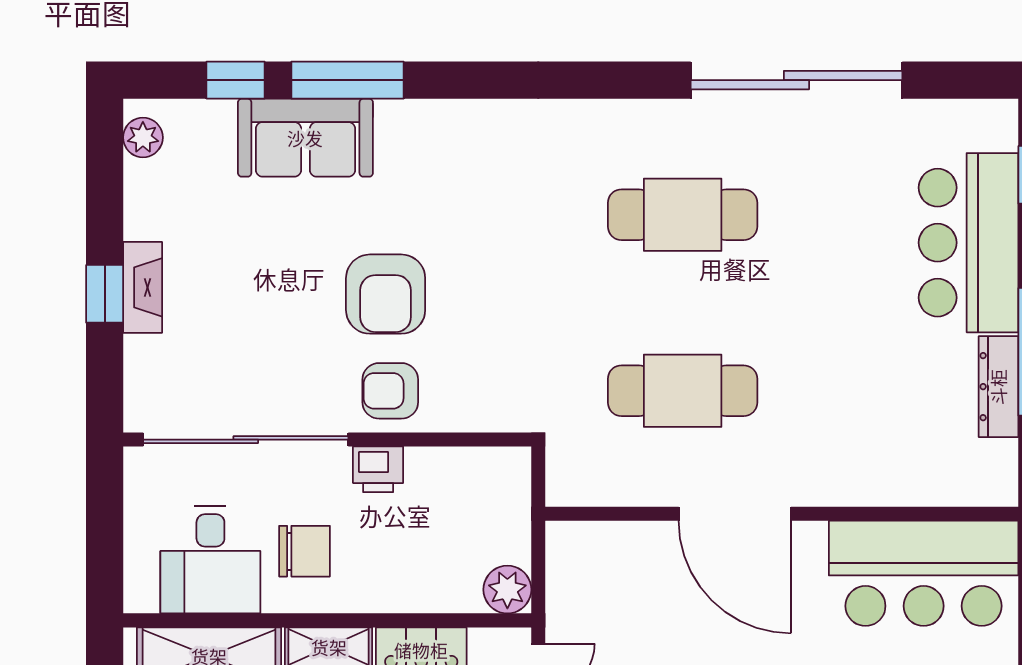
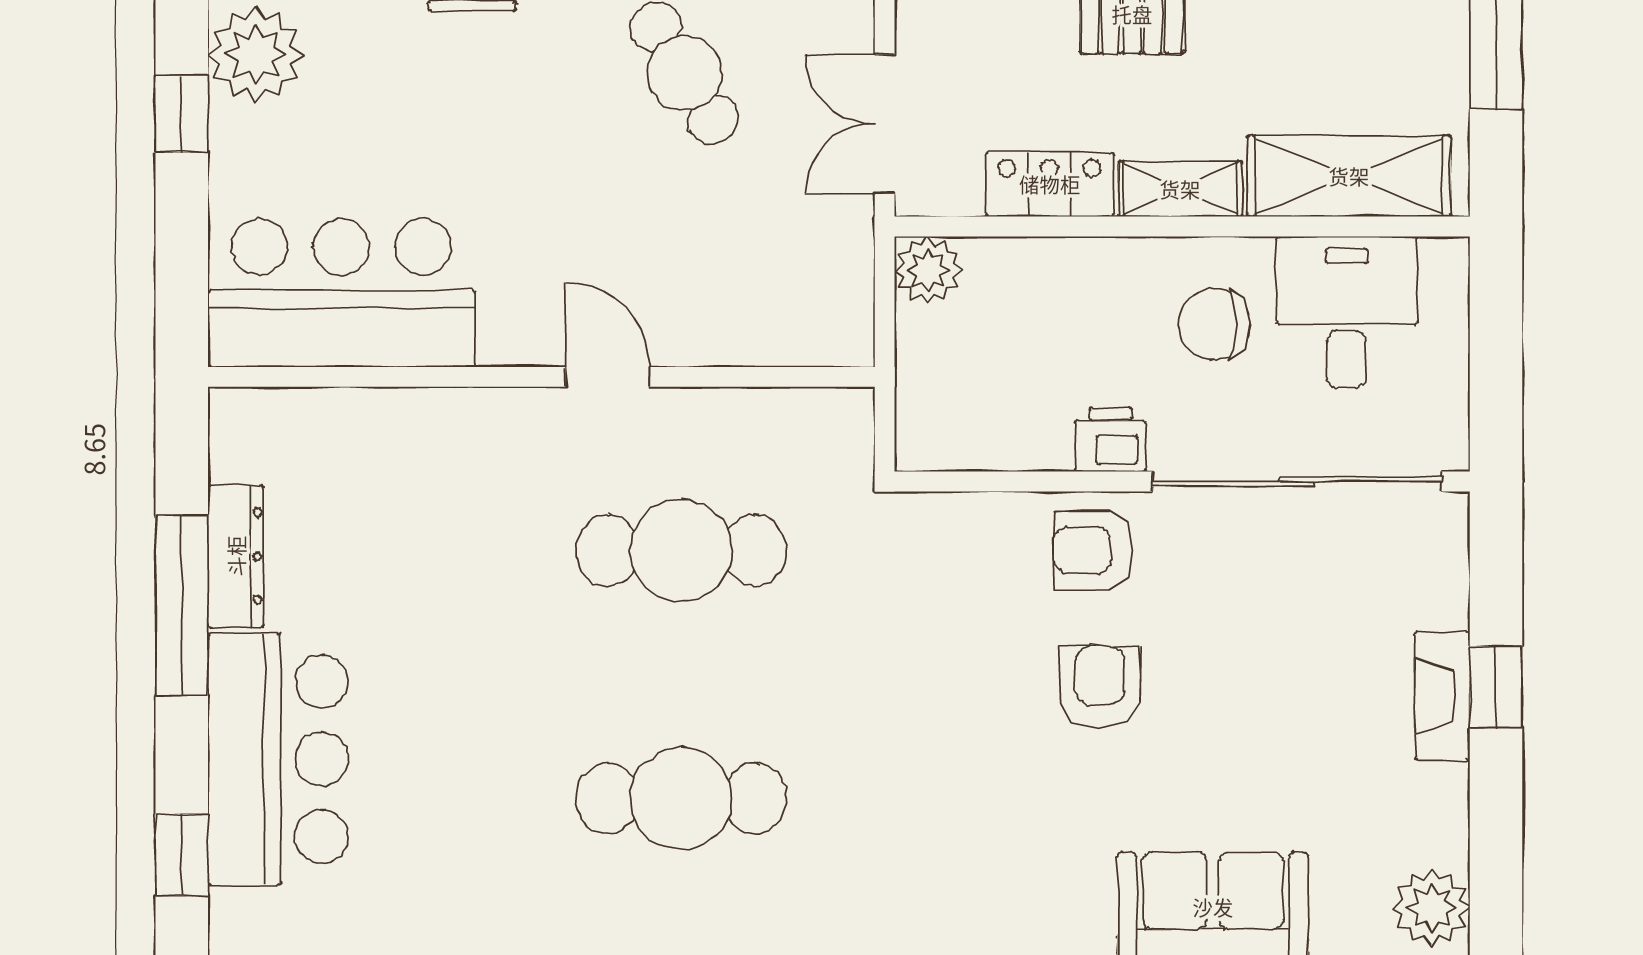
plant: (143, 137) -> (1431, 907), width x1.38, depth x1.38
armchair: (386, 294) -> (1100, 687), width x0.72, depth x0.72
armchair: (390, 391) -> (1093, 550), turned 180
door: (735, 514) -> (607, 377), width x0.53

